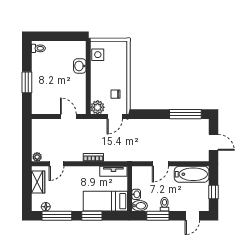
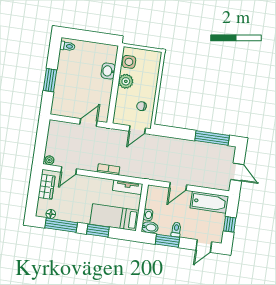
plant: (98, 107) -> (126, 81), moved
door: (68, 117) -> (88, 123), hinge flipped

